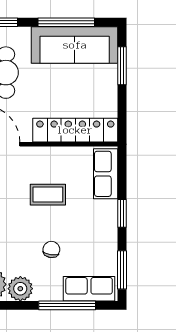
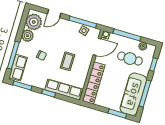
row of seats: (106, 174) -> (64, 89), width x1.48

